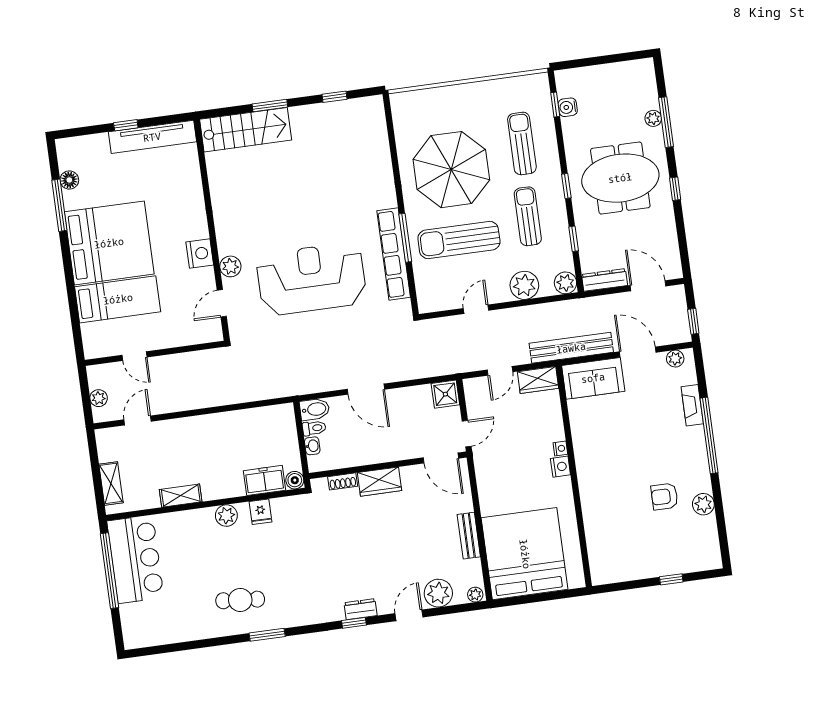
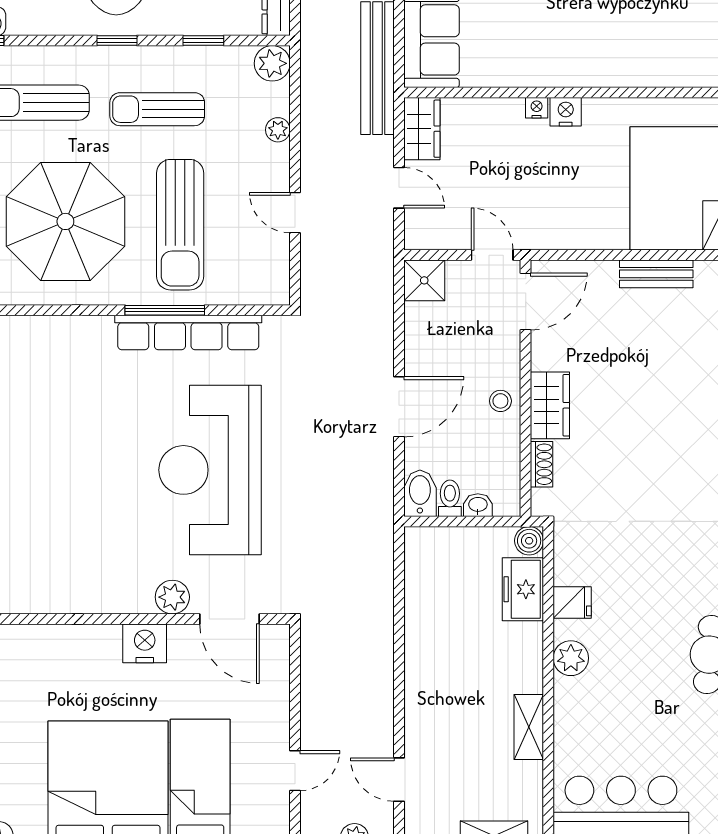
plant: (524, 285) -> (278, 130), width x0.53, depth x0.53
door: (222, 303) -> (230, 619), width x1.38
stool: (378, 451) -> (500, 401), added

